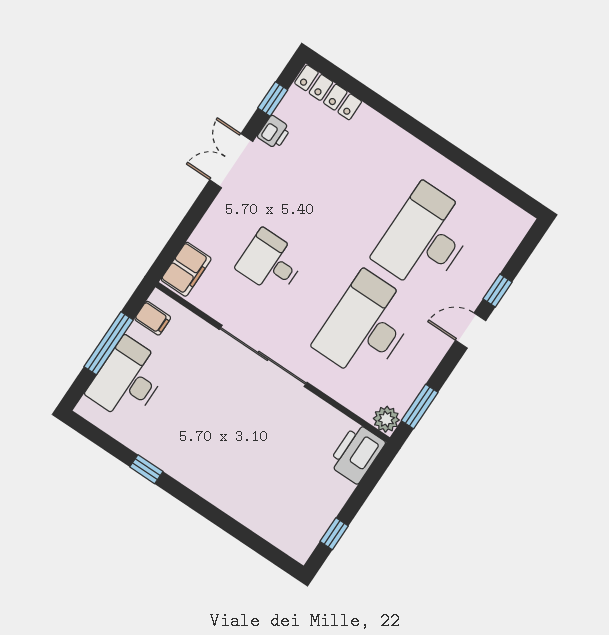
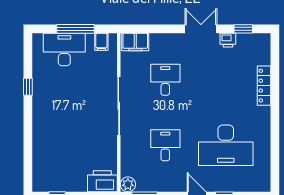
locker: (328, 92) -> (264, 86), moved
desk: (425, 238) -> (226, 145), turned 180
desk: (366, 326) -> (165, 145), width x0.53, depth x0.77

